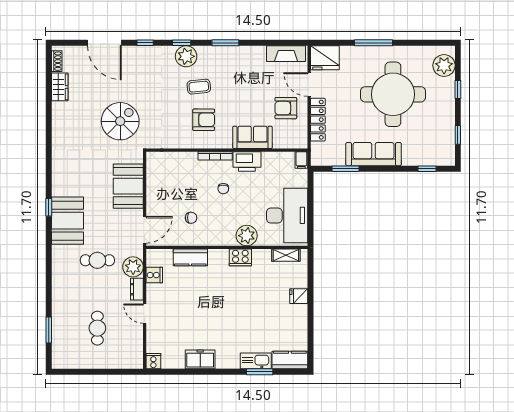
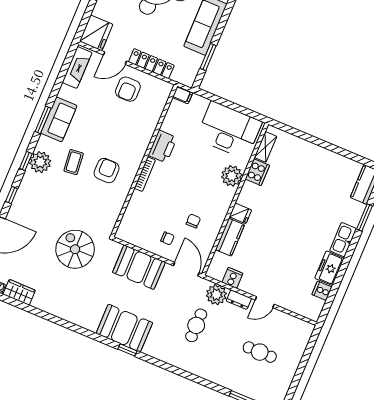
sofa: (252, 137) -> (59, 119), moved, turned 180
chair: (223, 189) -> (167, 238), moved
booth: (67, 221) -> (124, 328), moved
cooker: (240, 257) -> (257, 172), moved
fridge: (299, 296) -> (240, 213), moved, turned -90
cooker: (153, 361) -> (322, 291), moved
kitchen sink: (256, 361) -> (343, 240), moved

